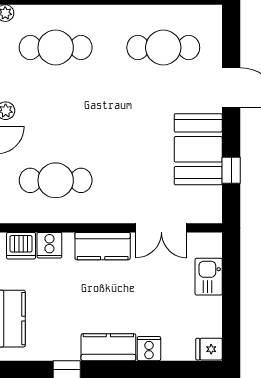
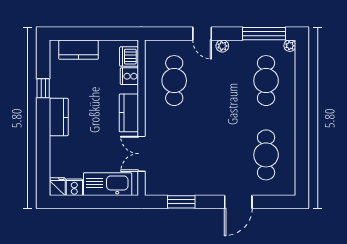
booth: (198, 149) -> (196, 179), removed
window: (231, 170) -> (181, 202), width x1.50
kitchen sink: (209, 277) -> (108, 184), width x1.88, depth x1.24
cooker: (149, 349) -> (74, 187), moved, turned -90

